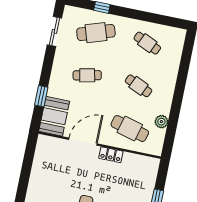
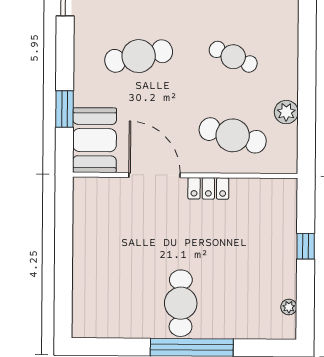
cafe table: (87, 75) -> (139, 56), width x1.37, depth x1.35
door: (83, 142) -> (154, 175), hinge flipped

